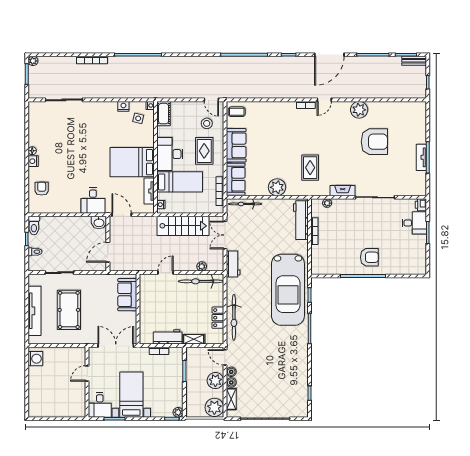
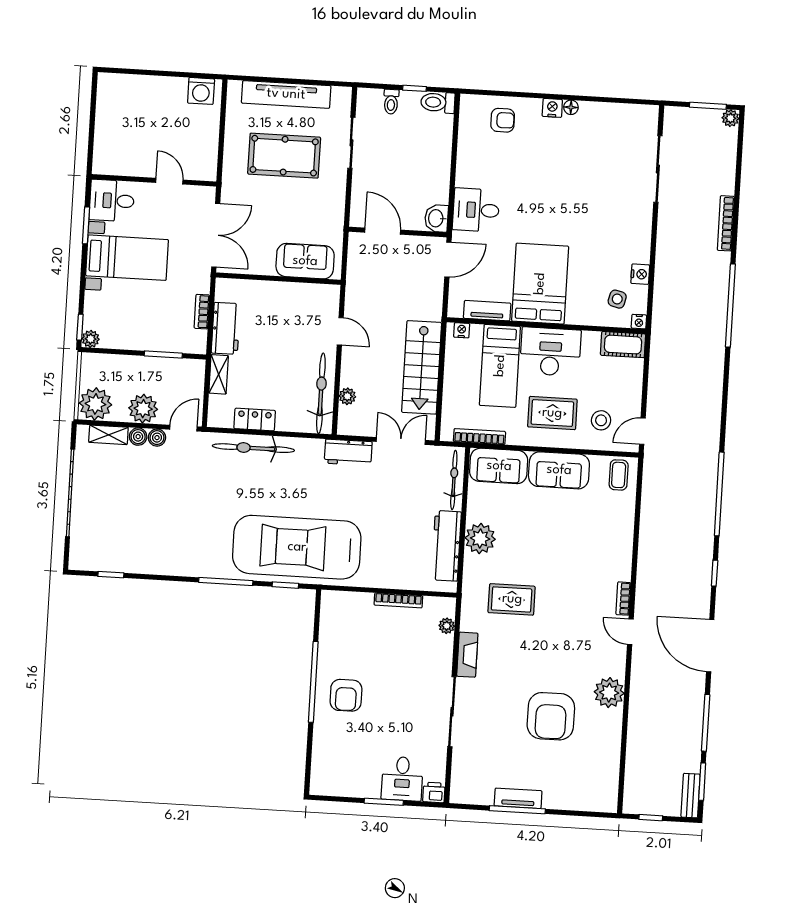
workbench: (301, 220) -> (446, 546), moved, turned -90

